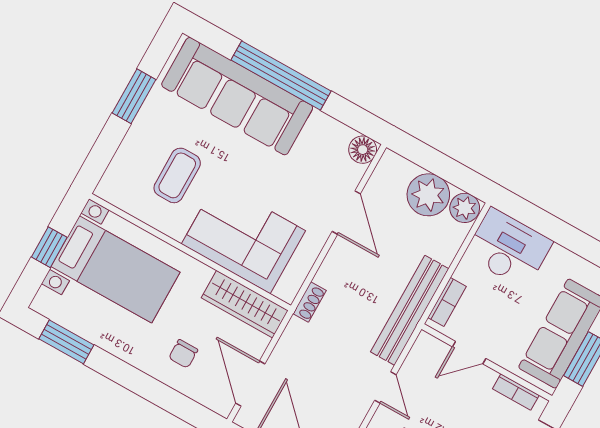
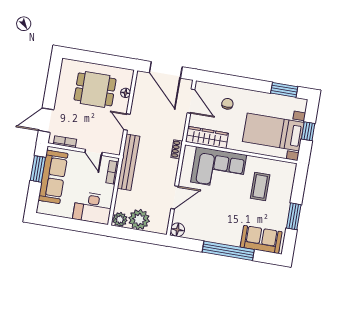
sofa: (237, 96) -> (261, 239), width x0.54, depth x0.79
door: (346, 213) -> (175, 197), swing flipped
door: (469, 353) -> (93, 152), swing flipped

